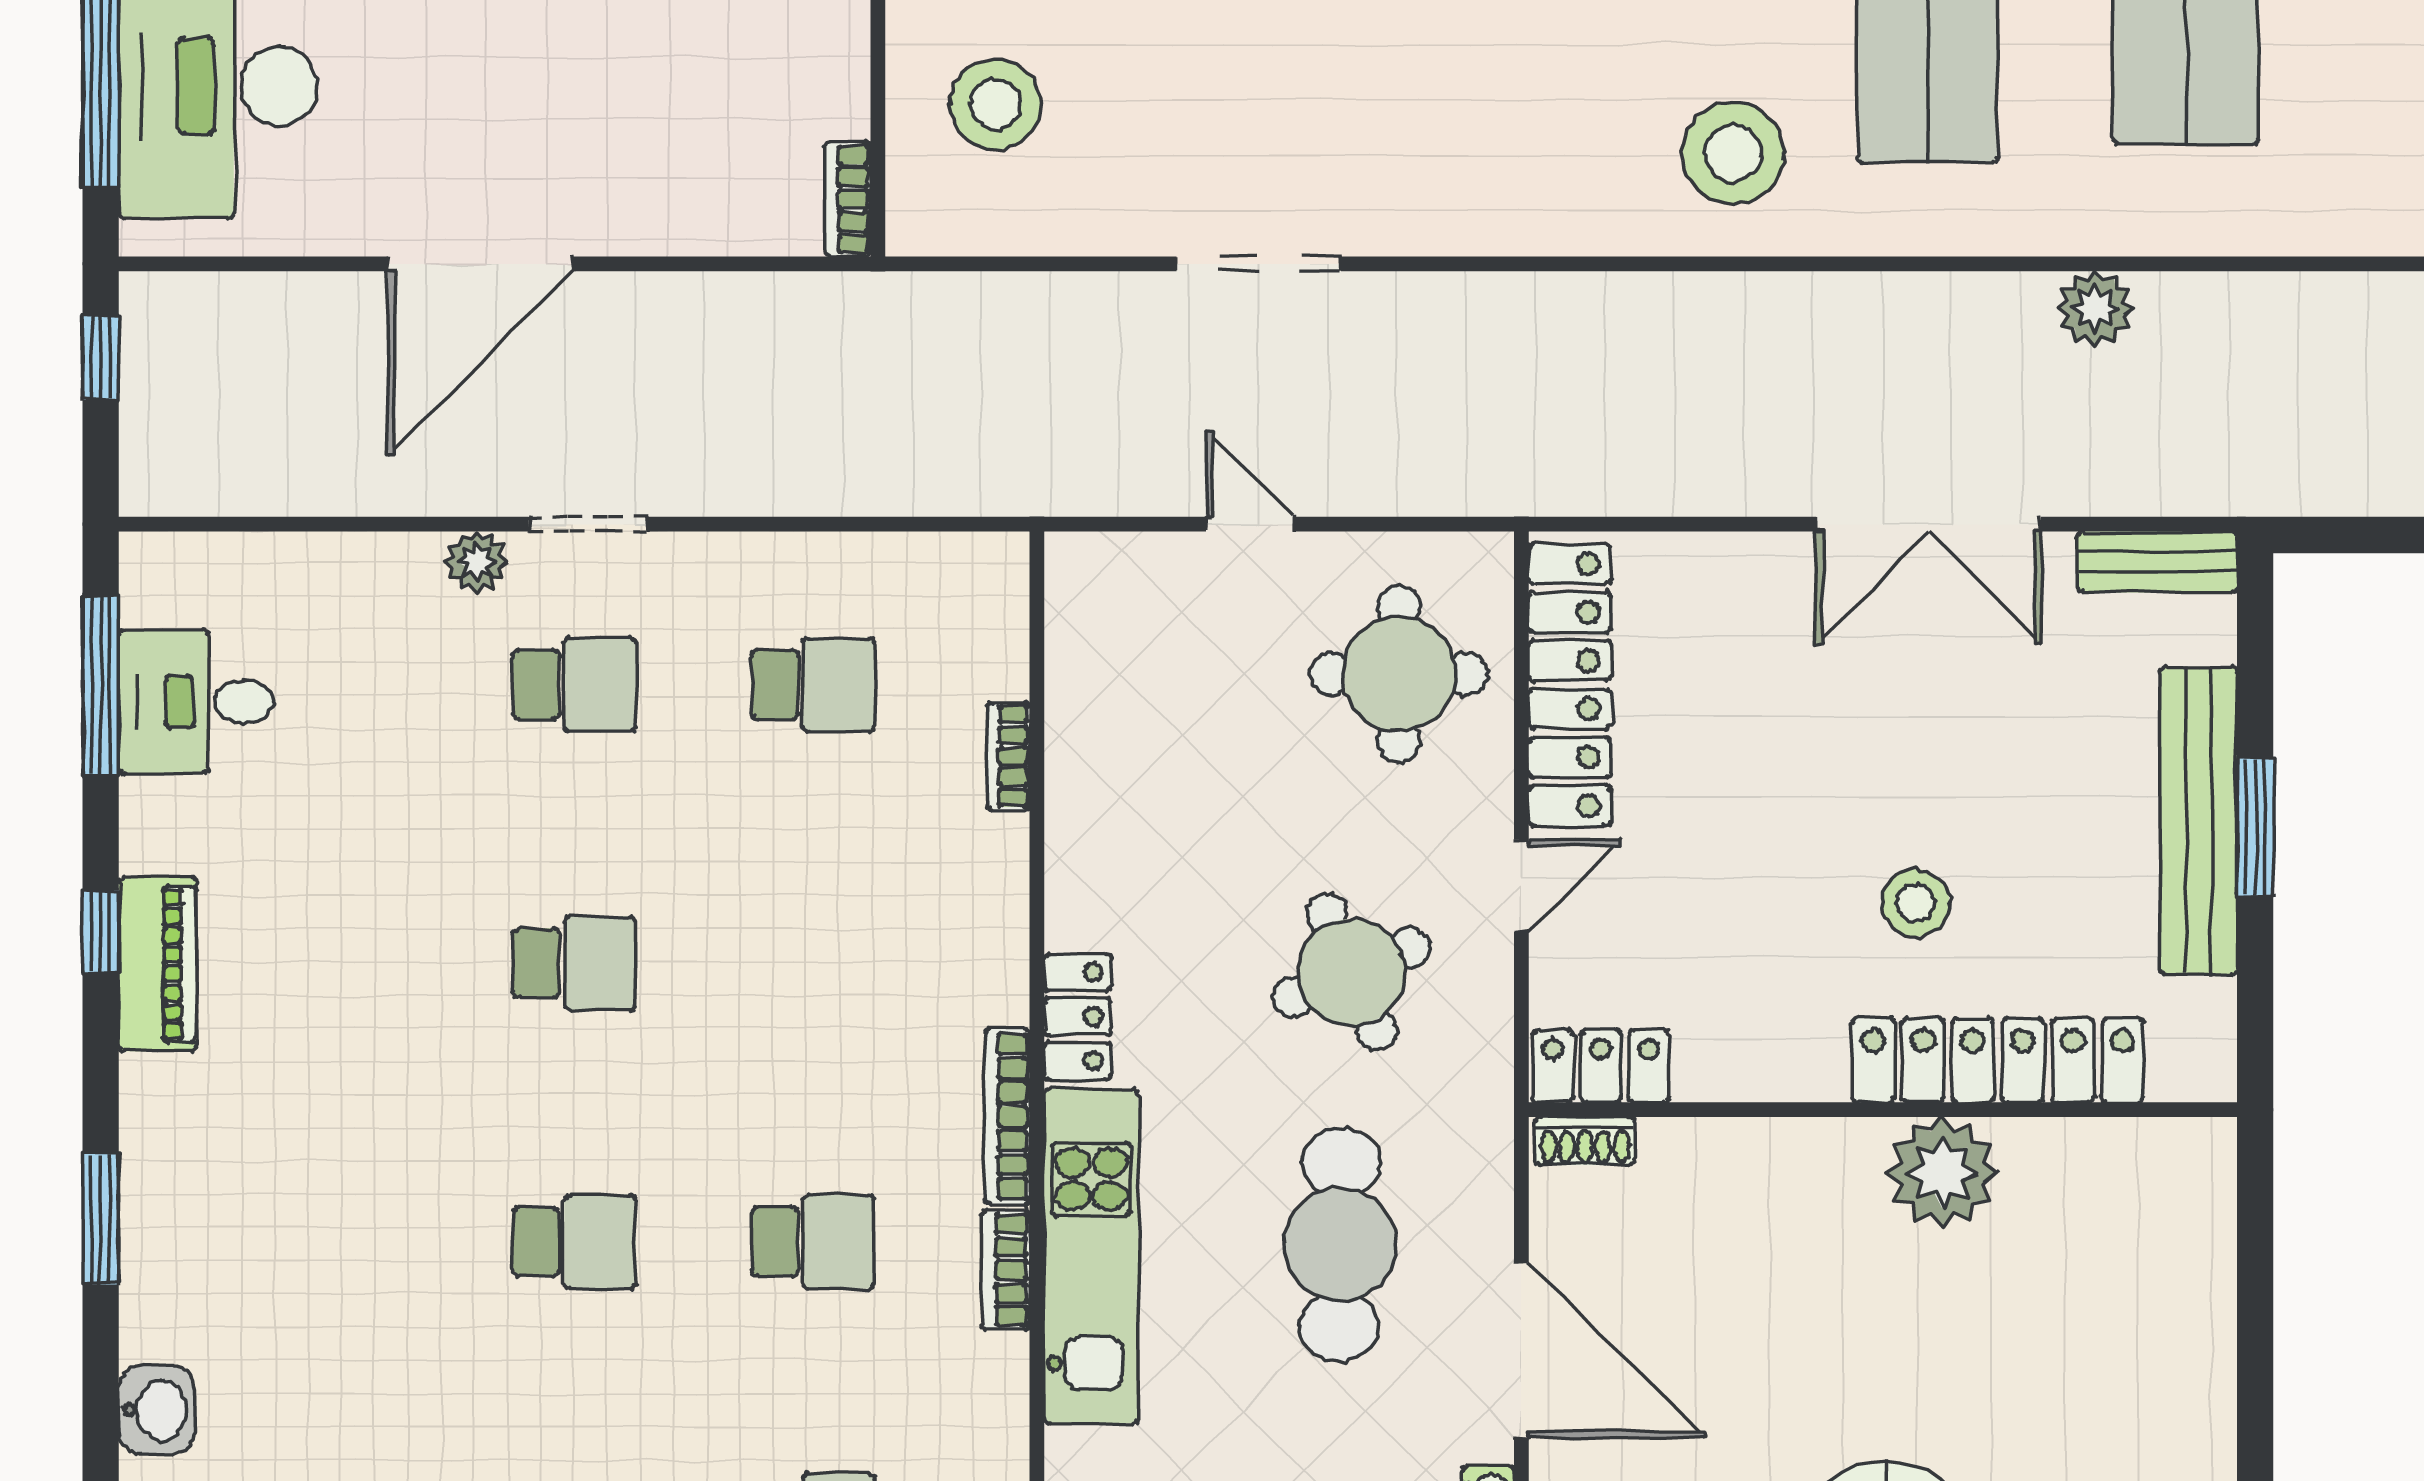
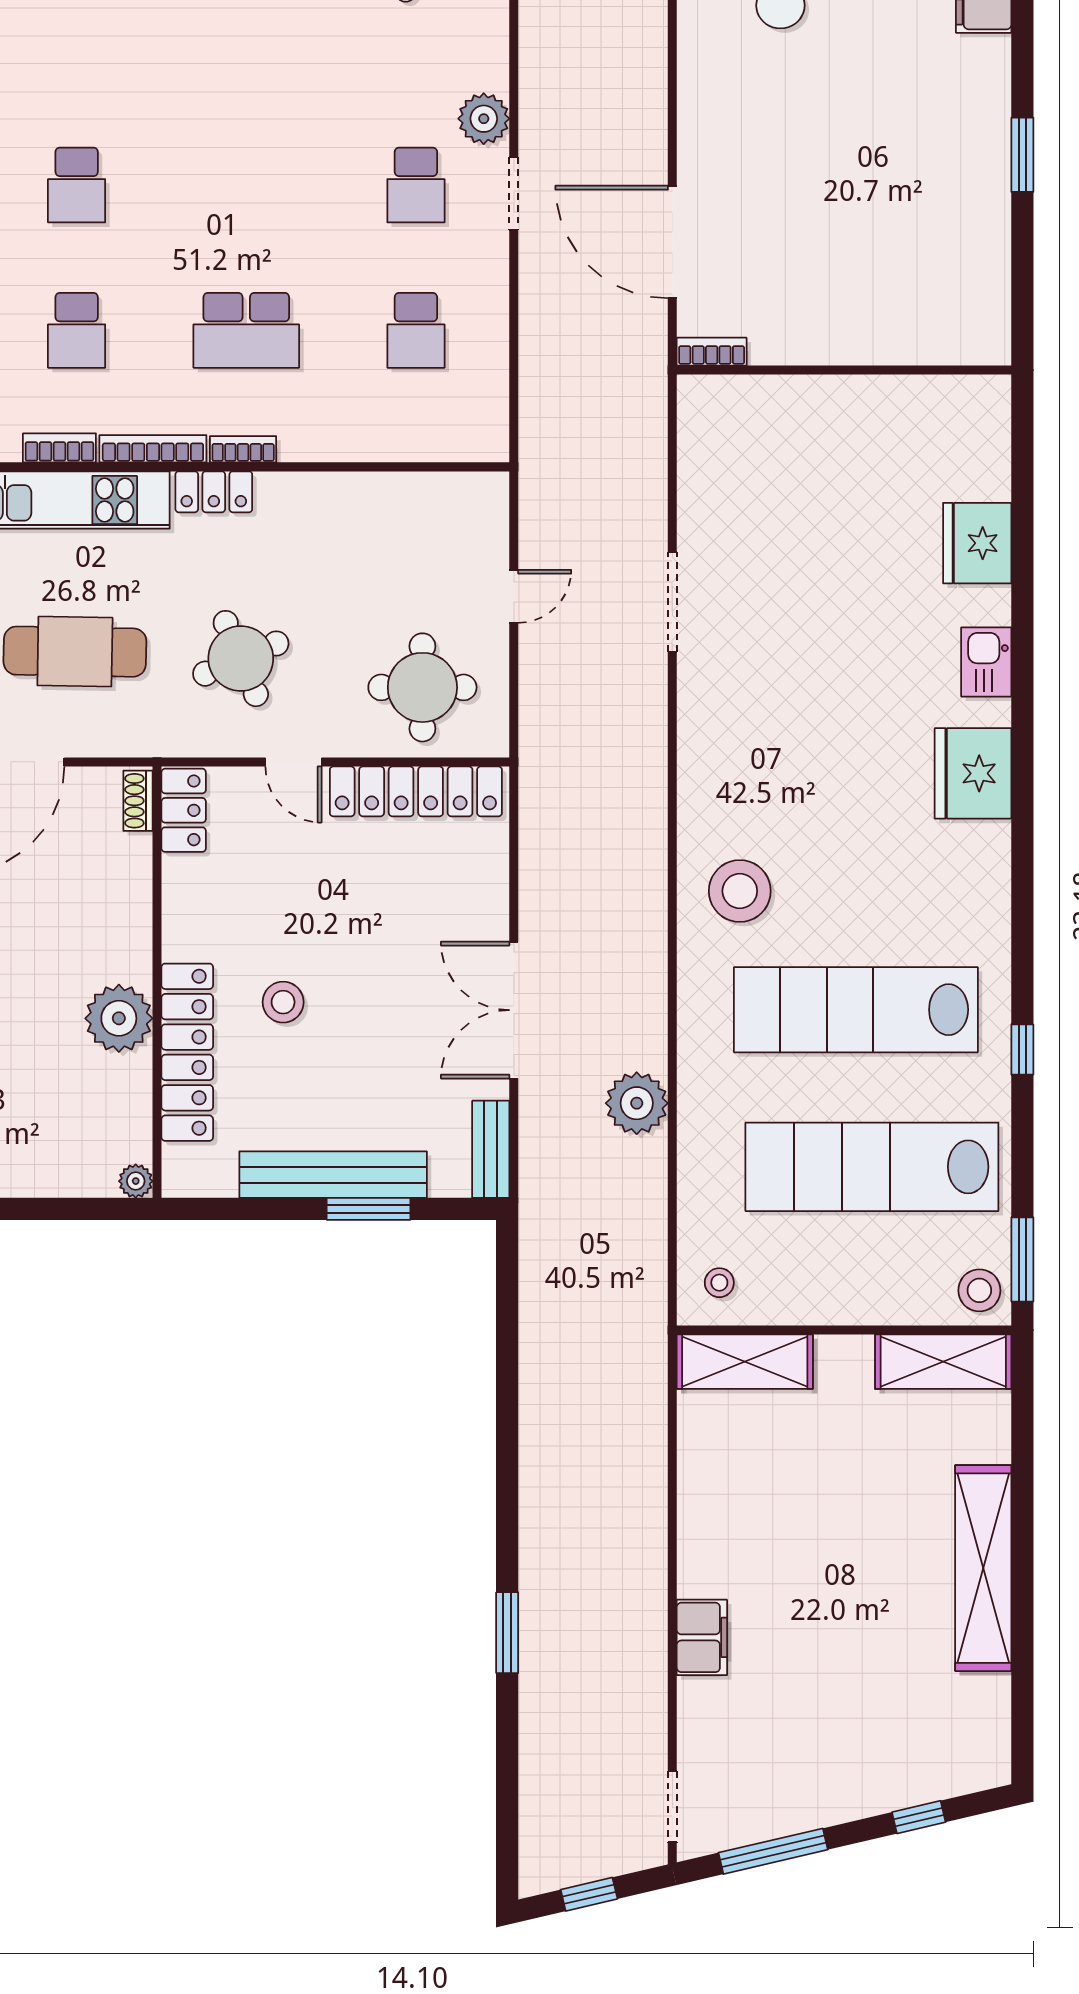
stool: (995, 104) -> (719, 1283), moved, width x0.53, depth x0.53
door: (480, 264) -> (672, 242), moved
plant: (2095, 309) -> (637, 1103), width x1.36, depth x1.36
plant: (477, 562) -> (484, 119), width x1.38, depth x1.38
bookcase: (1008, 756) -> (243, 449), moved
window: (2255, 827) -> (369, 1209), moved
school desk: (574, 963) -> (246, 330), moved, width x1.85
plant: (2209, 1145) -> (136, 1181), added

